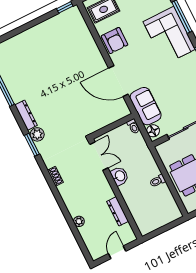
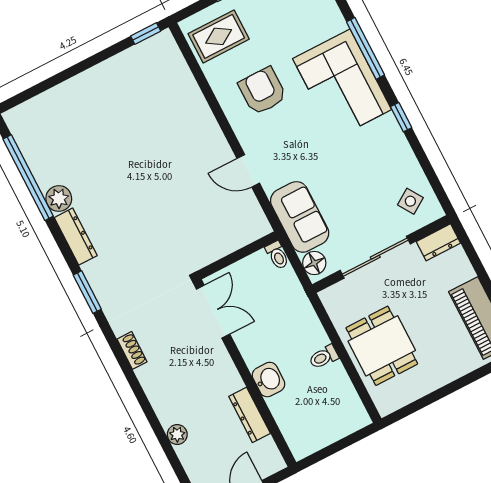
armchair: (115, 40) -> (262, 91), moved, turned 180
door: (118, 81) -> (248, 171), width x0.53
plant: (37, 134) -> (59, 199), moved
washbasin: (120, 176) -> (269, 380), moved

